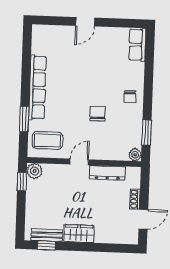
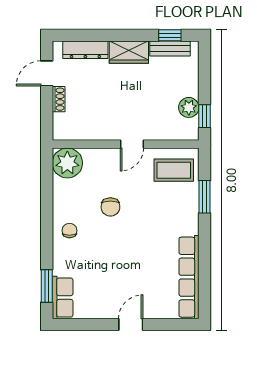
row of seats: (37, 88) -> (189, 277), moved
window: (147, 133) -> (47, 286), moved
plant: (135, 155) -> (67, 163), width x1.87, depth x1.87
plant: (35, 171) -> (189, 107), moved
dresser: (107, 173) -> (85, 50), moved, turned 180

